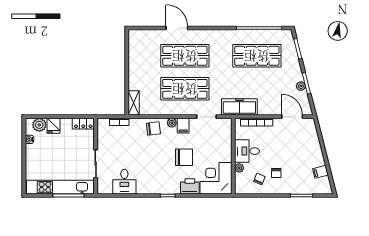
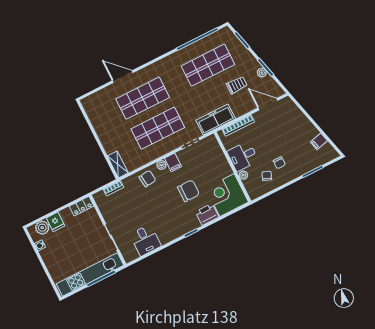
trolley: (273, 86) -> (237, 85), added

